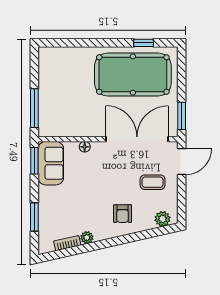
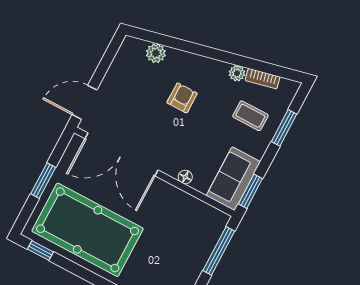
window: (144, 43) -> (40, 251), moved
window: (182, 116) -> (43, 181), moved
coffee table: (153, 182) -> (250, 116), moved
armchair: (122, 214) -> (182, 98), moved
plant: (162, 219) -> (156, 53), moved

